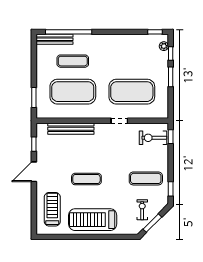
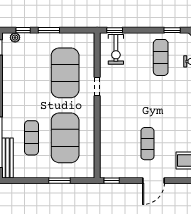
window: (34, 97) -> (59, 181), moved
bench: (71, 129) -> (106, 140), removed
window: (34, 144) -> (112, 181), moved
door: (34, 172) -> (153, 181), hinge flipped
exercise mat: (86, 179) -> (147, 144), moved

